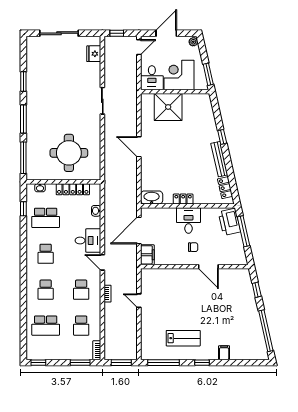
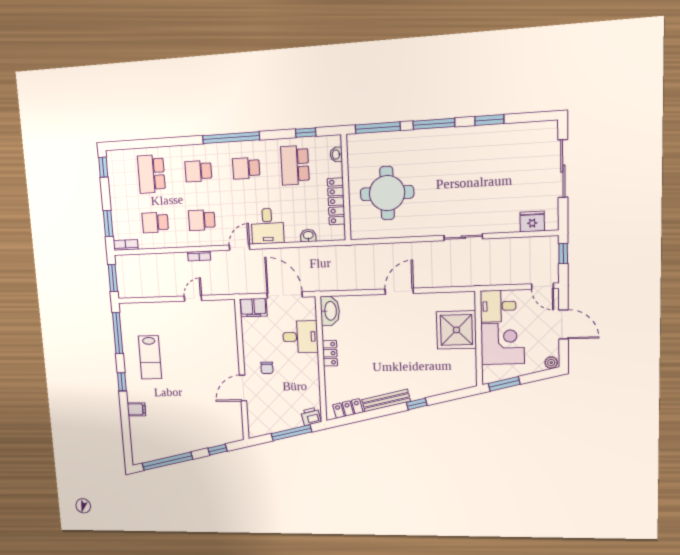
desk: (188, 221) -> (300, 337), moved
printer: (229, 222) -> (311, 416), width x0.53, depth x0.68
window: (23, 263) -> (231, 138), added

